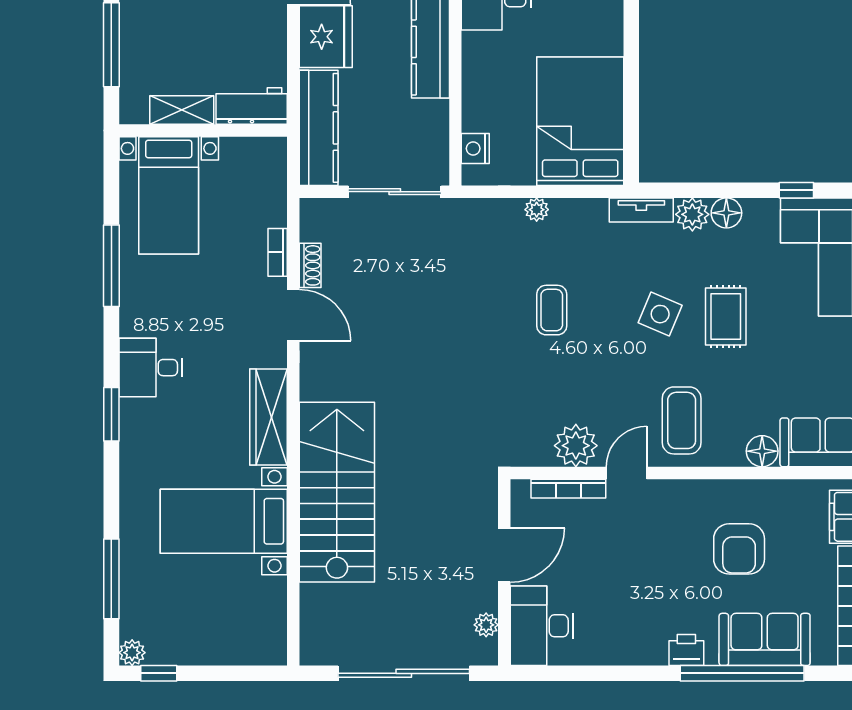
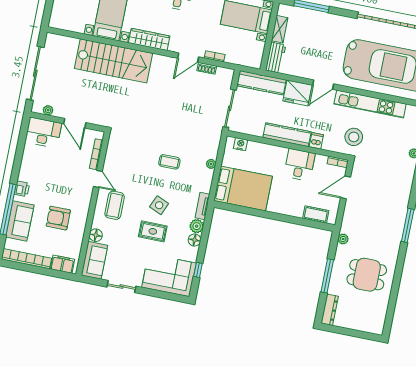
coffee table: (682, 420) -> (115, 205), turned 90
plant: (576, 446) -> (113, 161), removed

